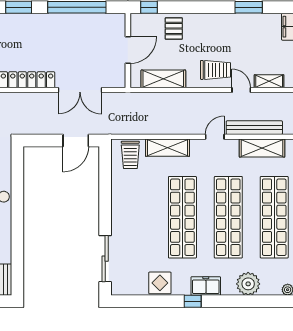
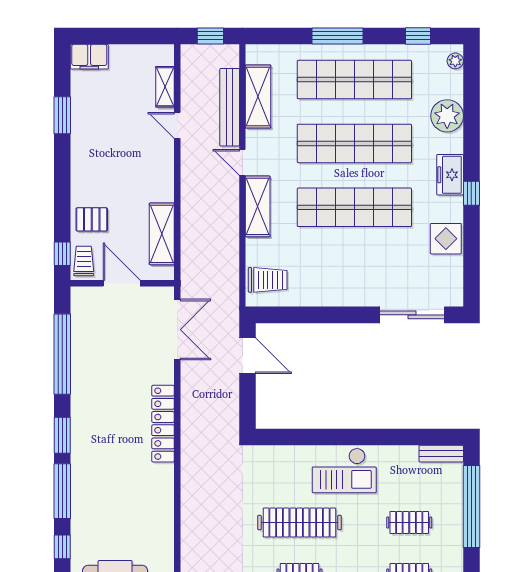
trolley: (216, 70) -> (84, 261), moved, width x0.73, depth x0.72
double door: (80, 90) -> (177, 330), moved
door: (241, 90) -> (177, 125), hinge flipped
shelving: (167, 148) -> (258, 206), moved

